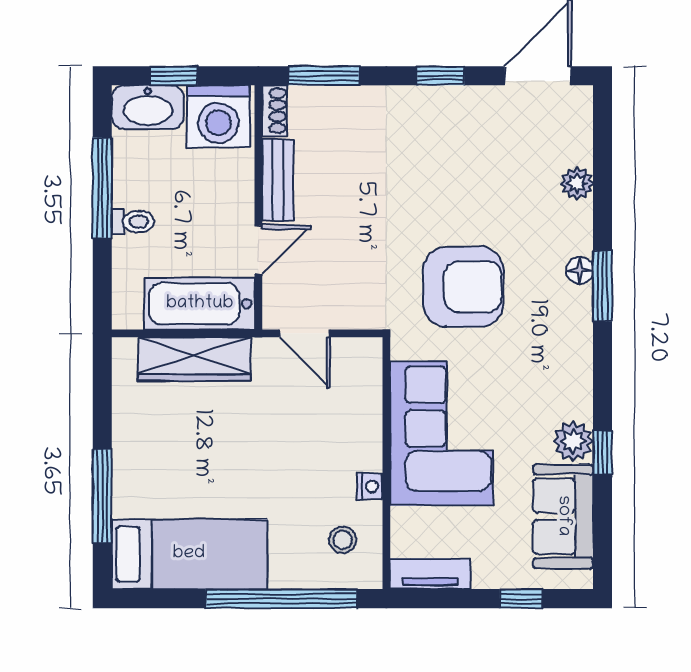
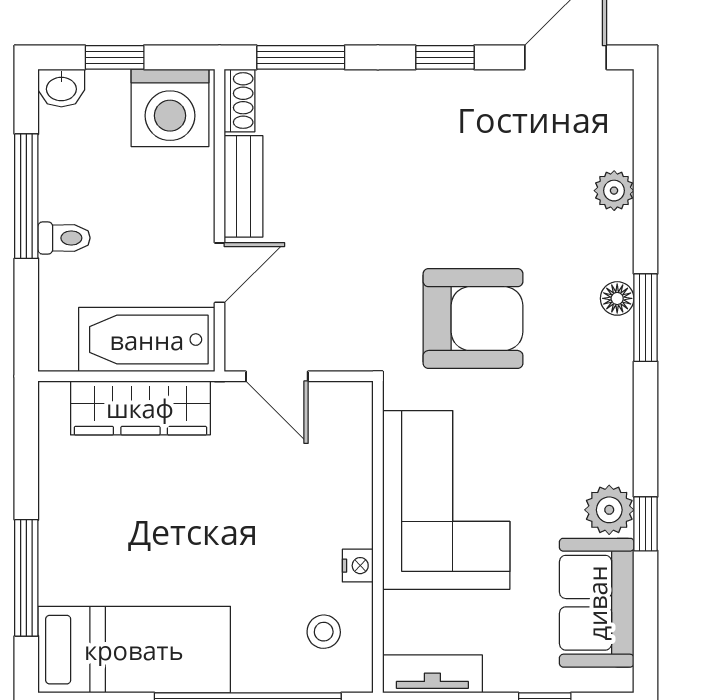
washbasin: (148, 107) -> (61, 88), width x0.52, depth x0.69

